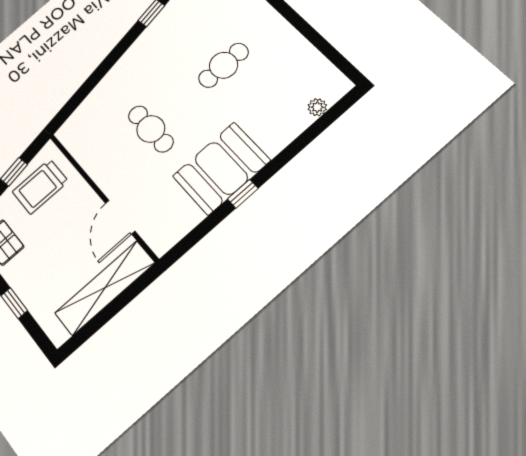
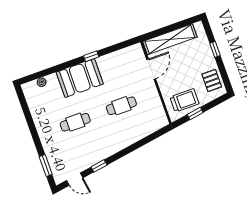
cafe table: (151, 129) -> (121, 106), turned 90
booth: (221, 168) -> (80, 78), moved

